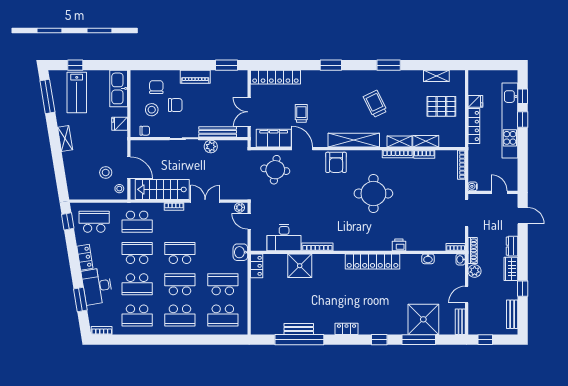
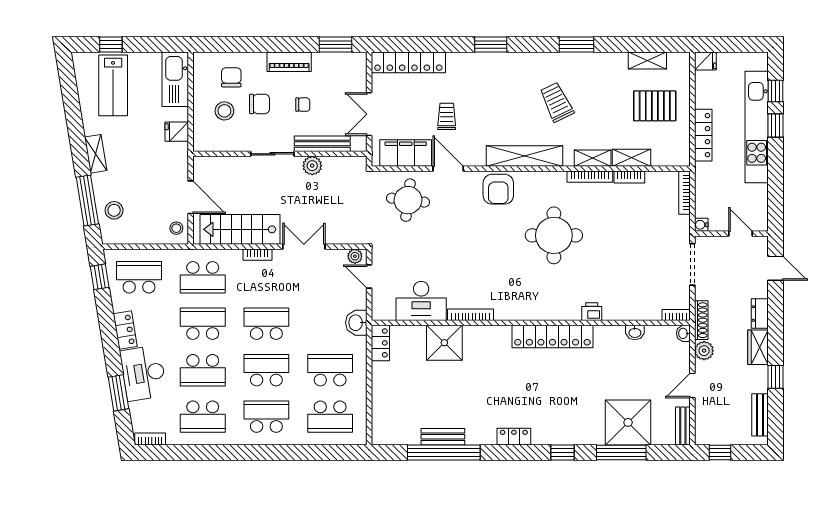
window: (47, 96) -> (87, 200), moved
fridge: (475, 101) -> (705, 61), moved
chair: (145, 131) -> (303, 105), moved
stool: (106, 172) -> (114, 210), moved
school desk: (180, 315) -> (266, 417), turned 180

